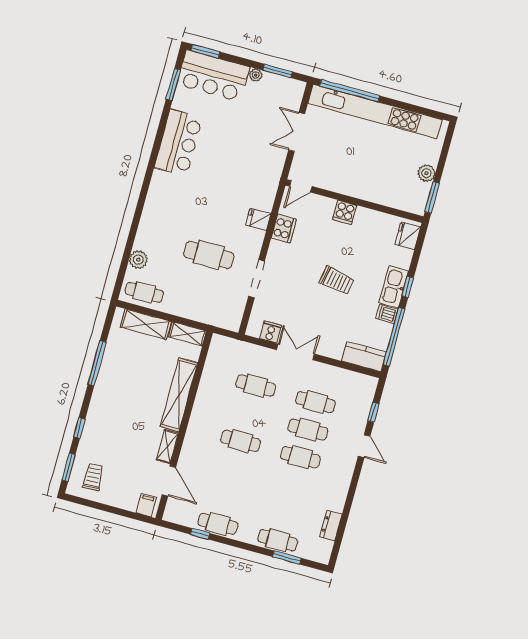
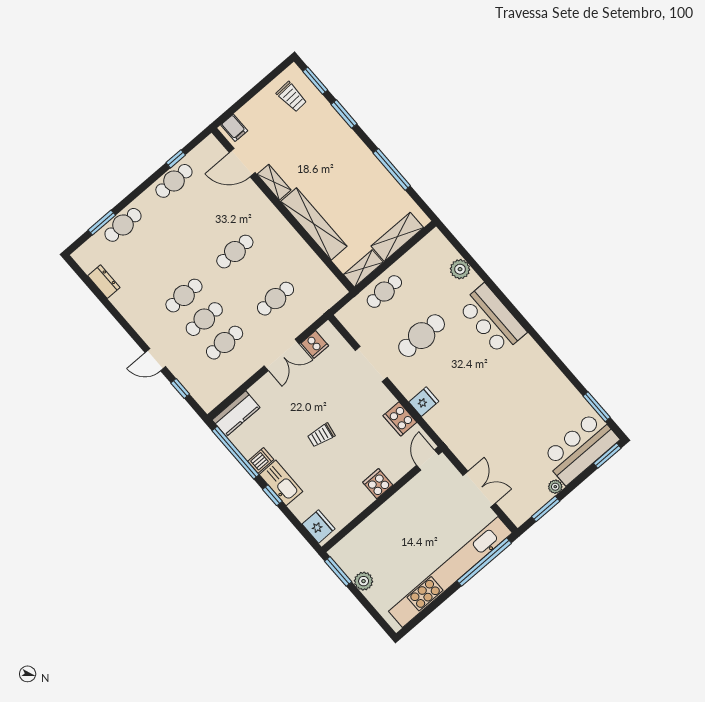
bar counter: (178, 143) -> (492, 319), moved
trolley: (337, 280) -> (321, 435), width x0.73, depth x0.72
cafe table: (144, 292) -> (384, 292), moved
window: (79, 428) -> (344, 114), width x1.50

